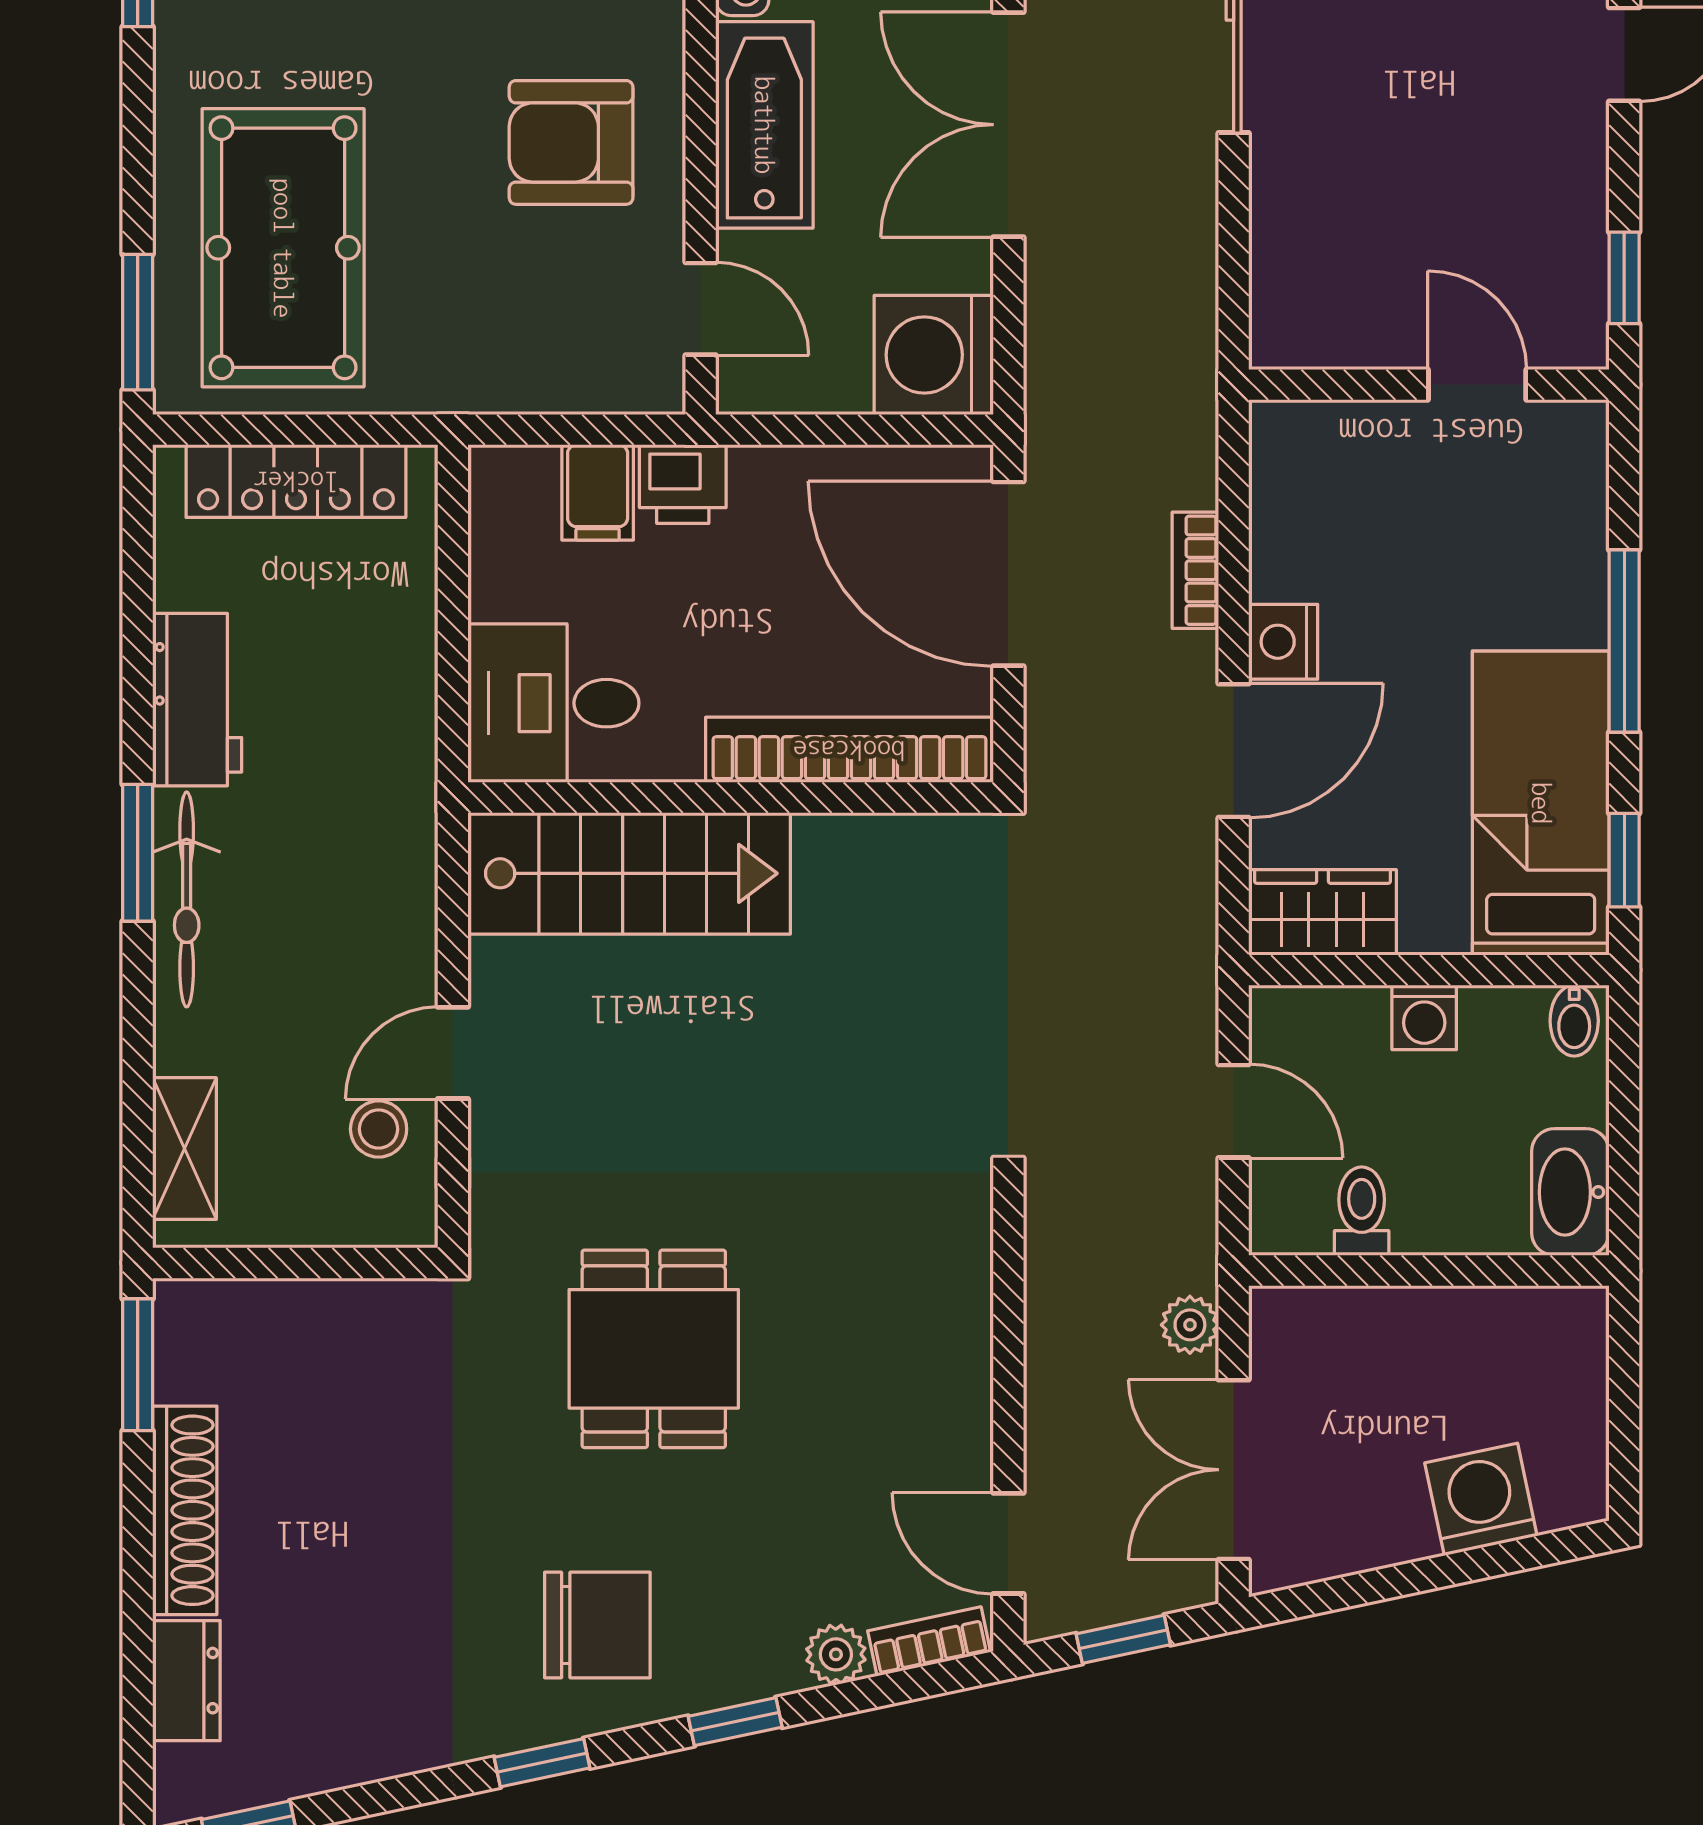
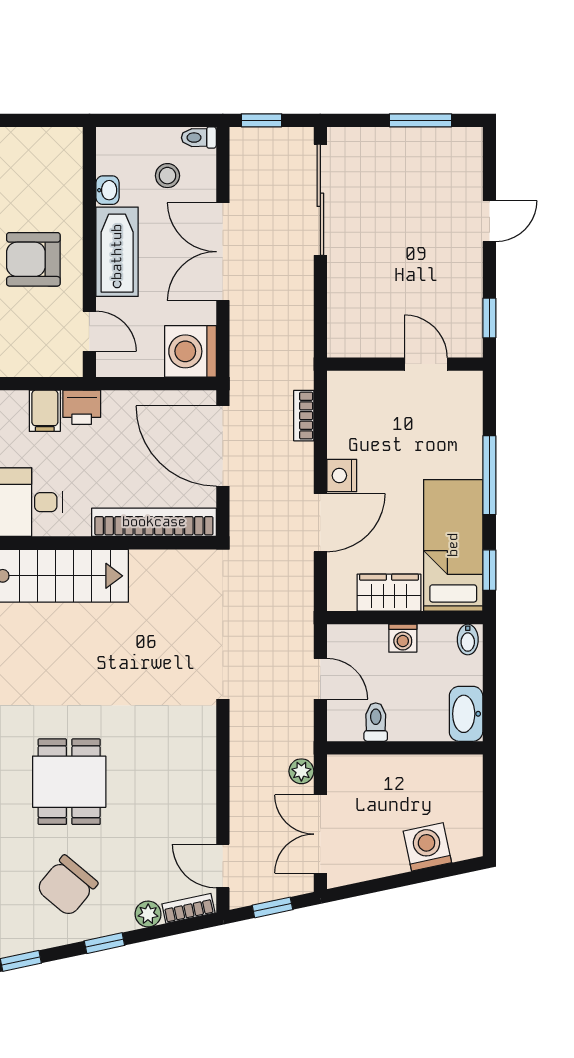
bookcase: (1195, 570) -> (304, 416), moved
wardrobe: (1323, 912) -> (389, 593), moved
chair: (597, 1625) -> (67, 886), moved, turned 130

